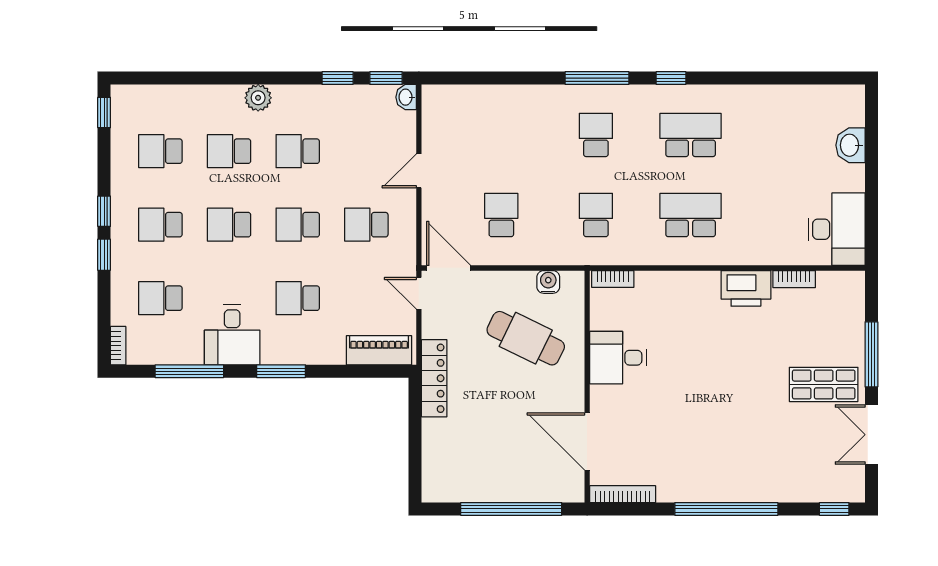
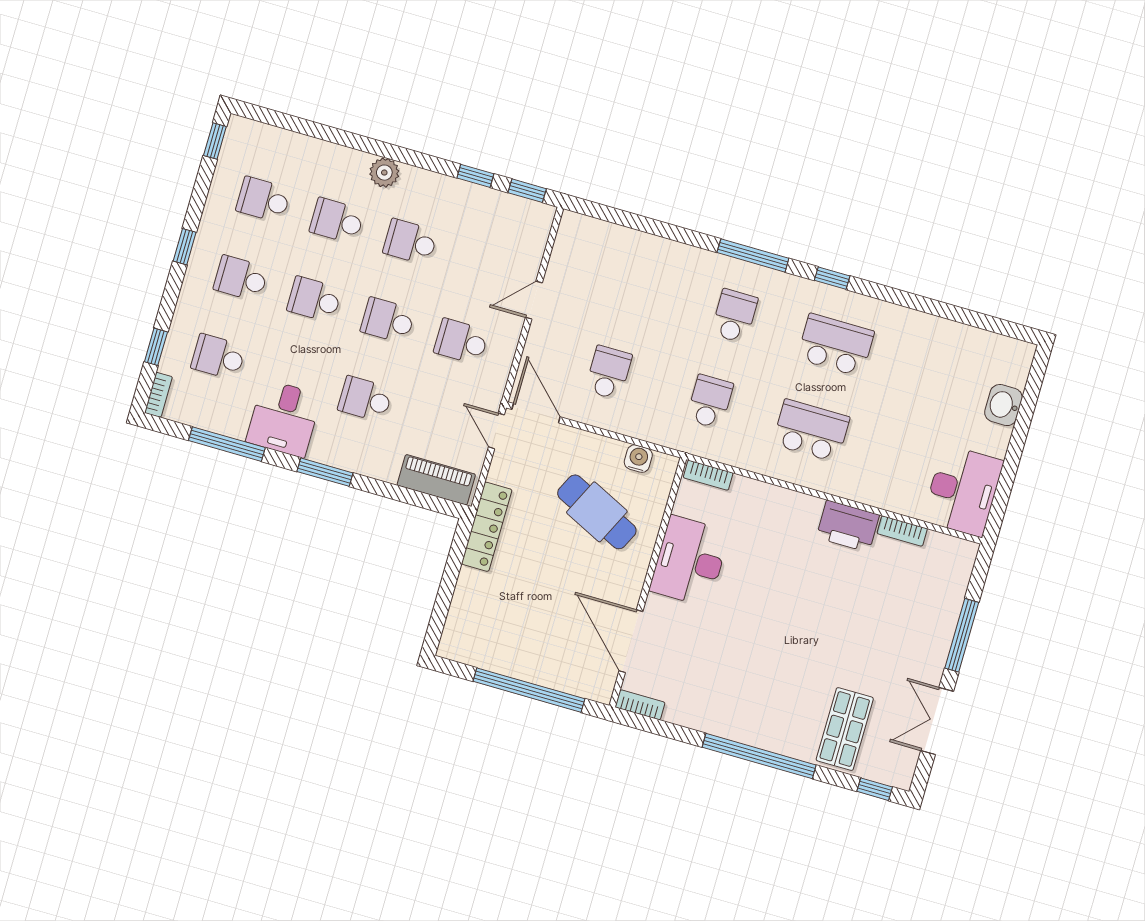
washbasin: (406, 97) -> (543, 217), removed
window: (104, 255) -> (156, 347), moved
desk: (618, 358) -> (690, 561), width x1.37
shop shelf: (824, 384) -> (845, 729), moved, turned 90
bookcase: (623, 494) -> (640, 705), width x0.64

